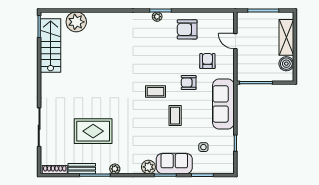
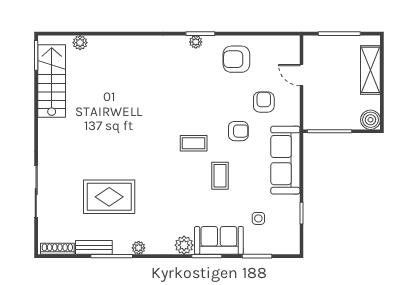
plant: (76, 22) -> (80, 43), width x0.53, depth x0.53
boiler: (286, 64) -> (370, 120), moved
armchair: (189, 83) -> (238, 131), turned 180

